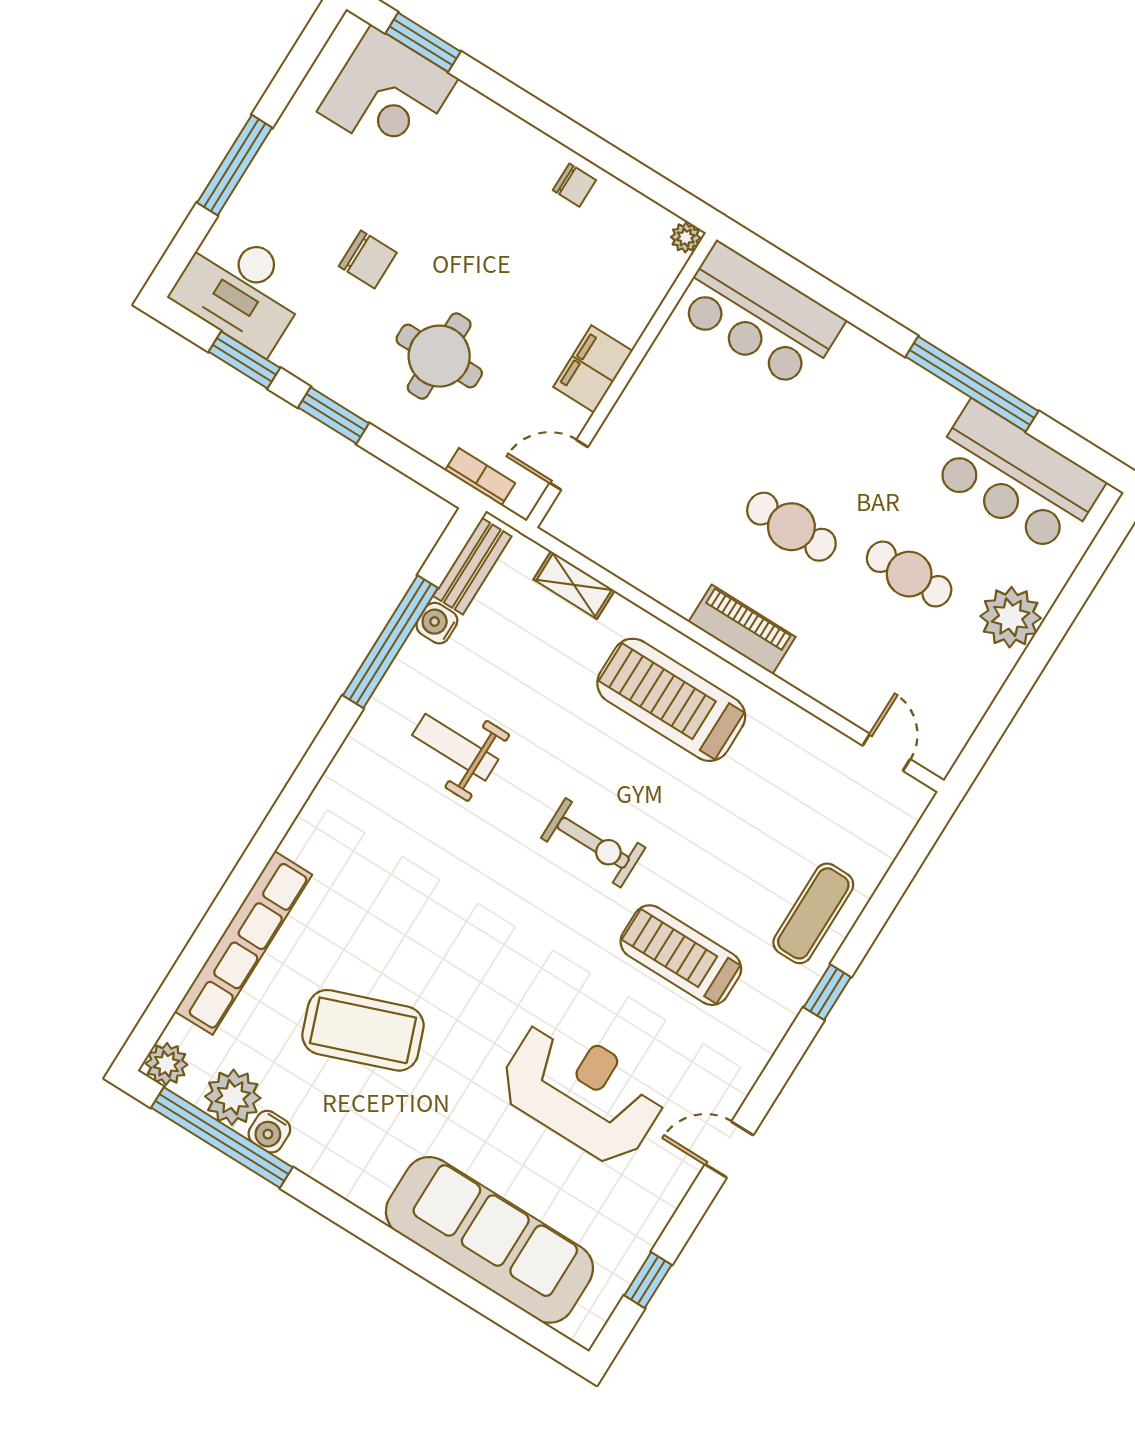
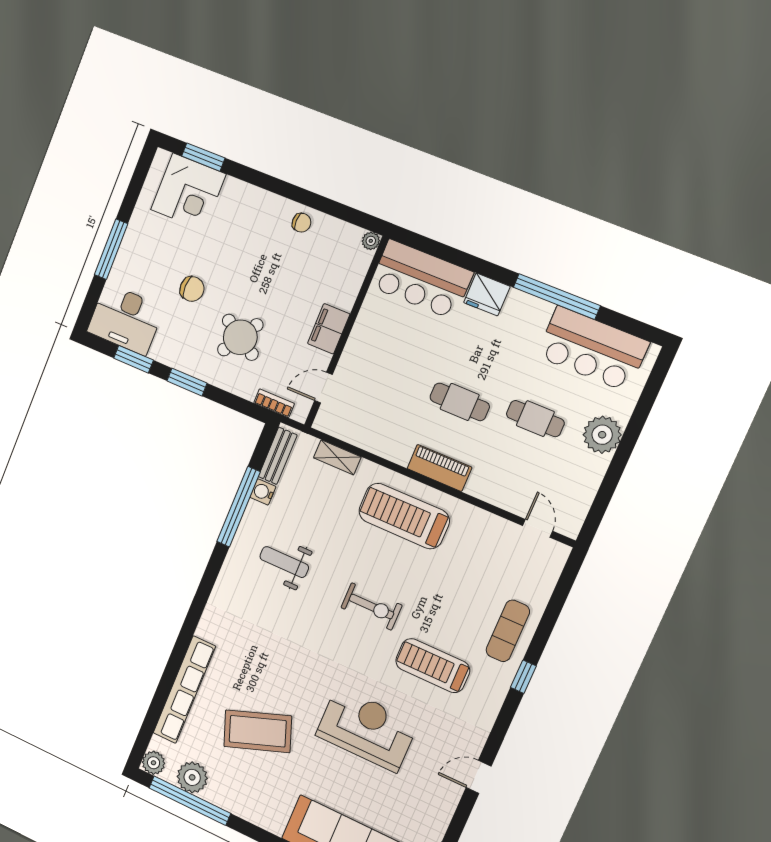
round table: (439, 356) -> (240, 337), turned 32
fridge: (862, 360) -> (487, 294), added
reception desk: (582, 1092) -> (367, 729), moved
water cooler: (269, 1132) -> (215, 795), removed

